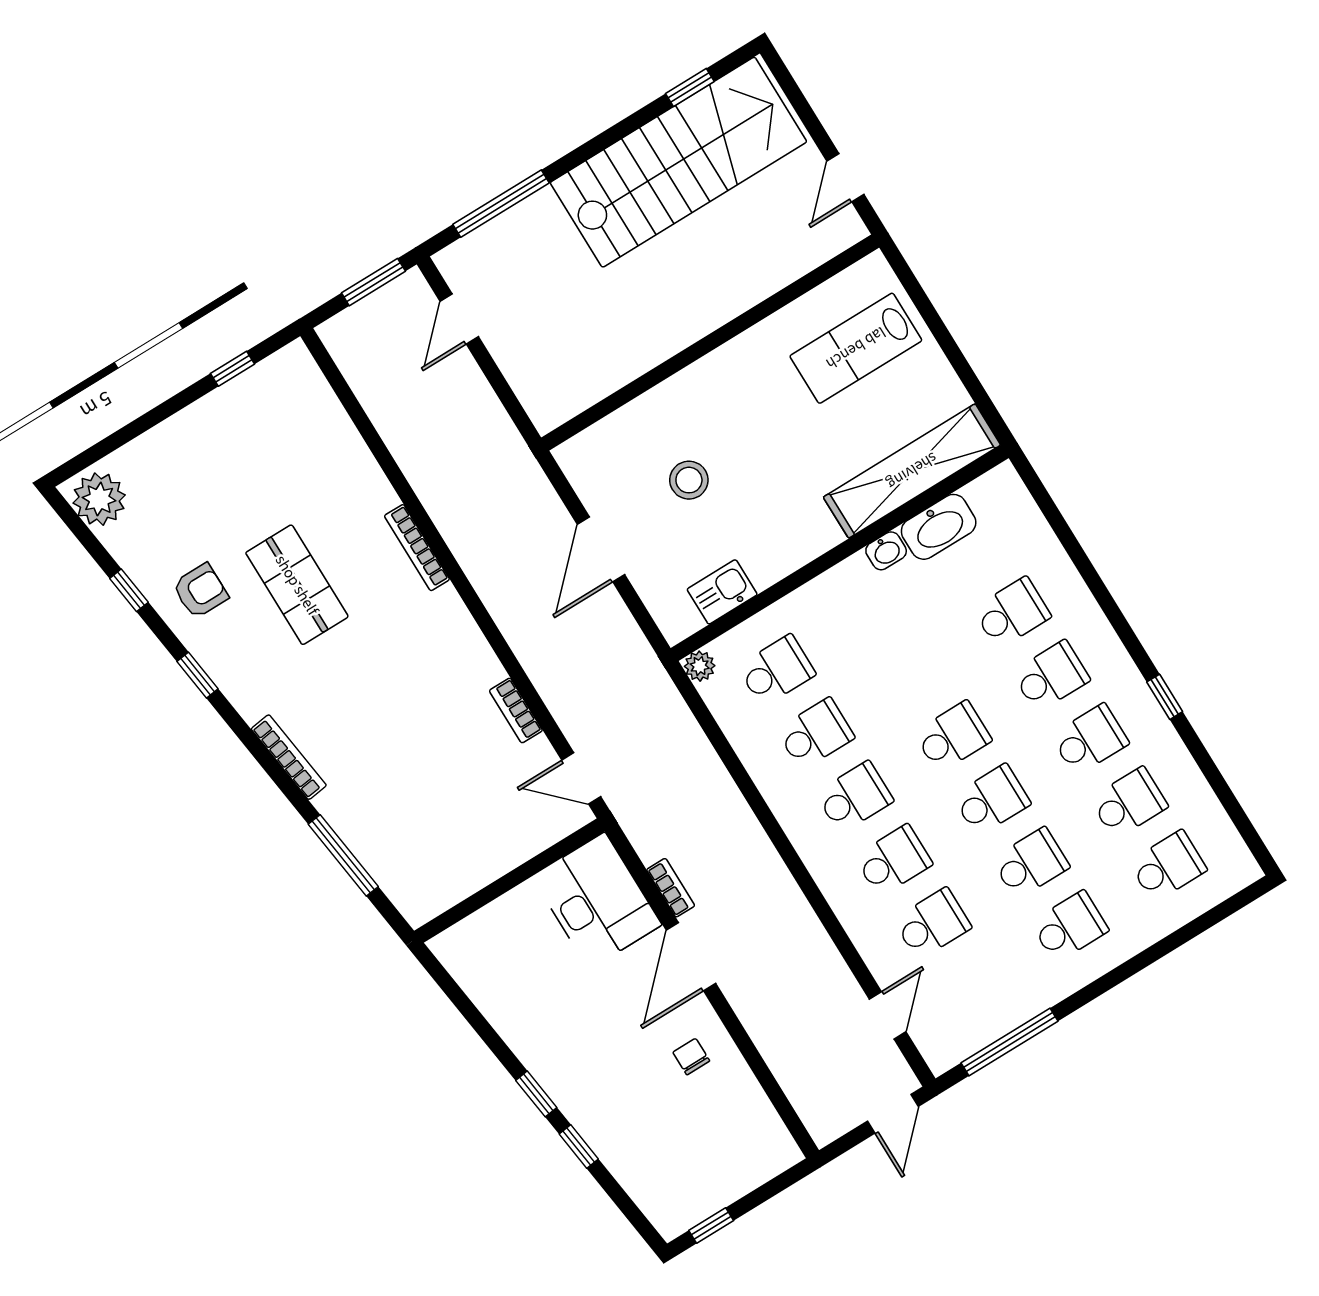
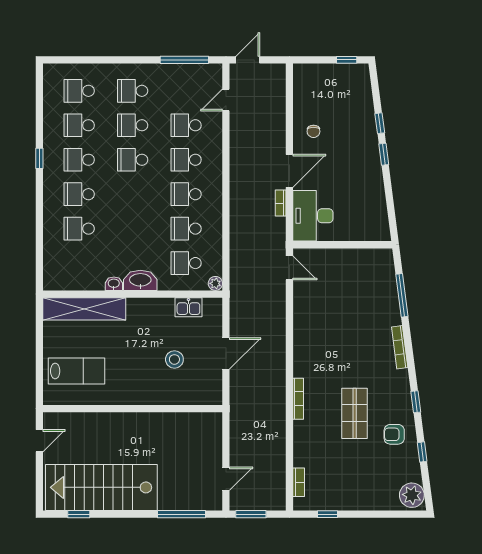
washbasin: (939, 527) -> (140, 280), moved
bookcase: (516, 711) -> (299, 482), moved
school desk: (953, 737) -> (133, 194), removed

